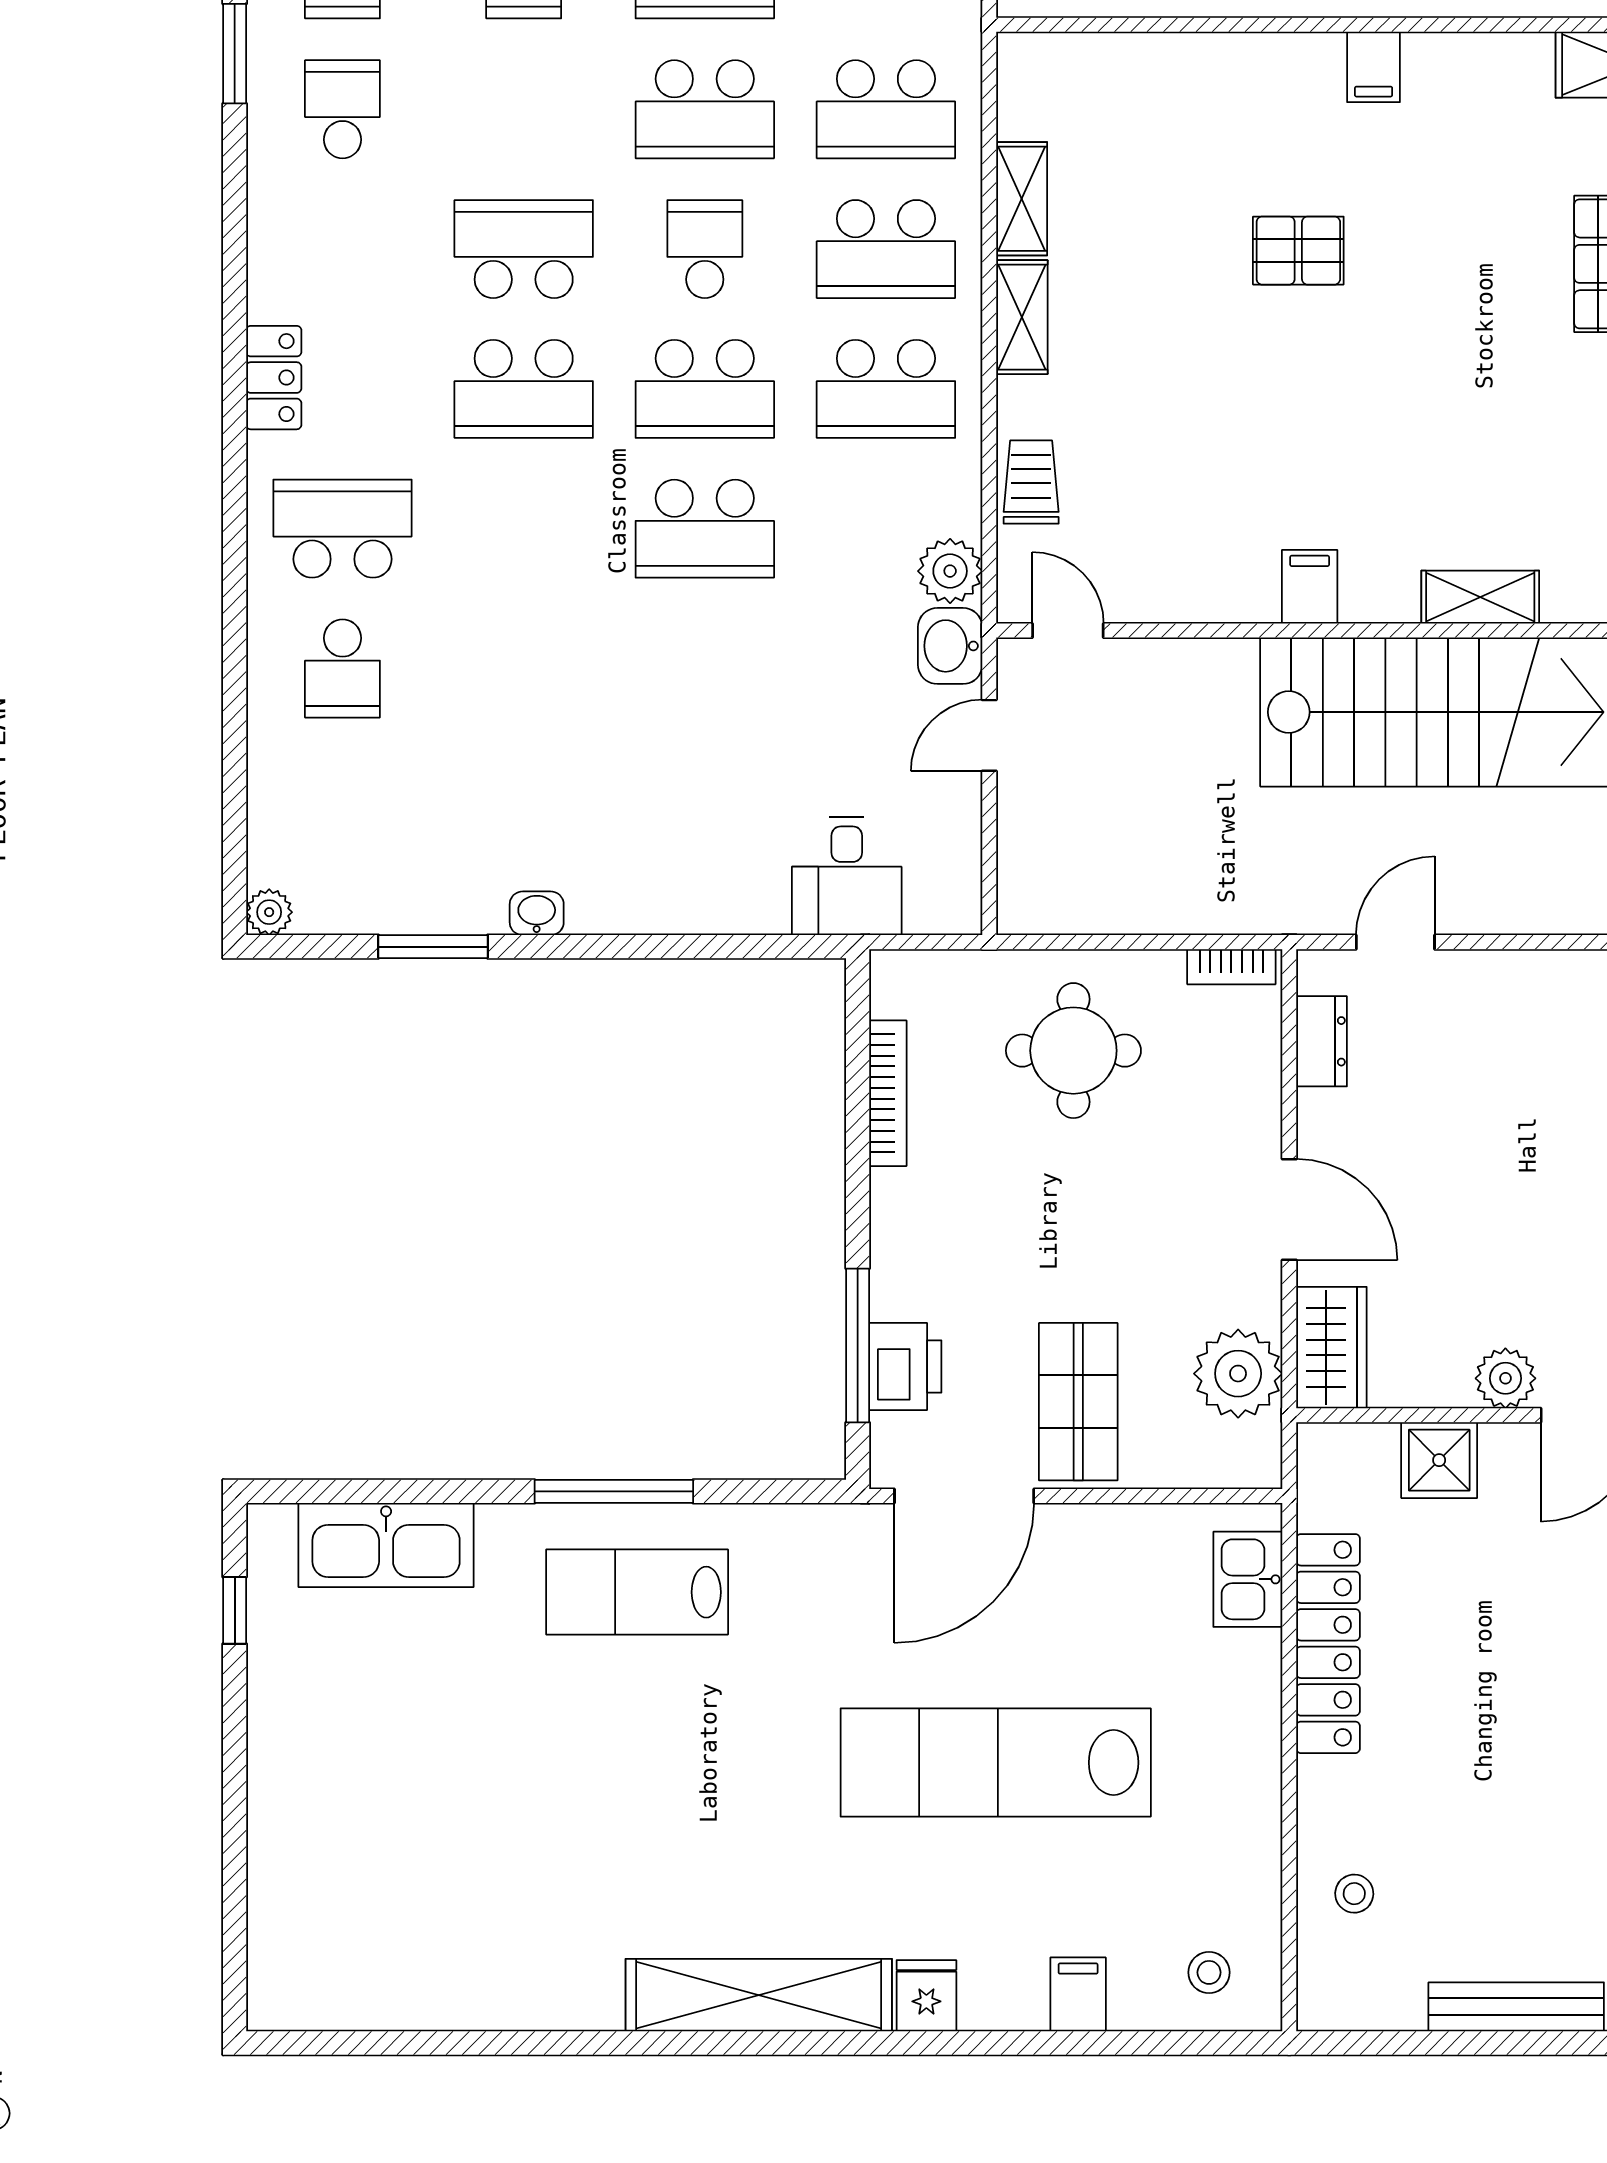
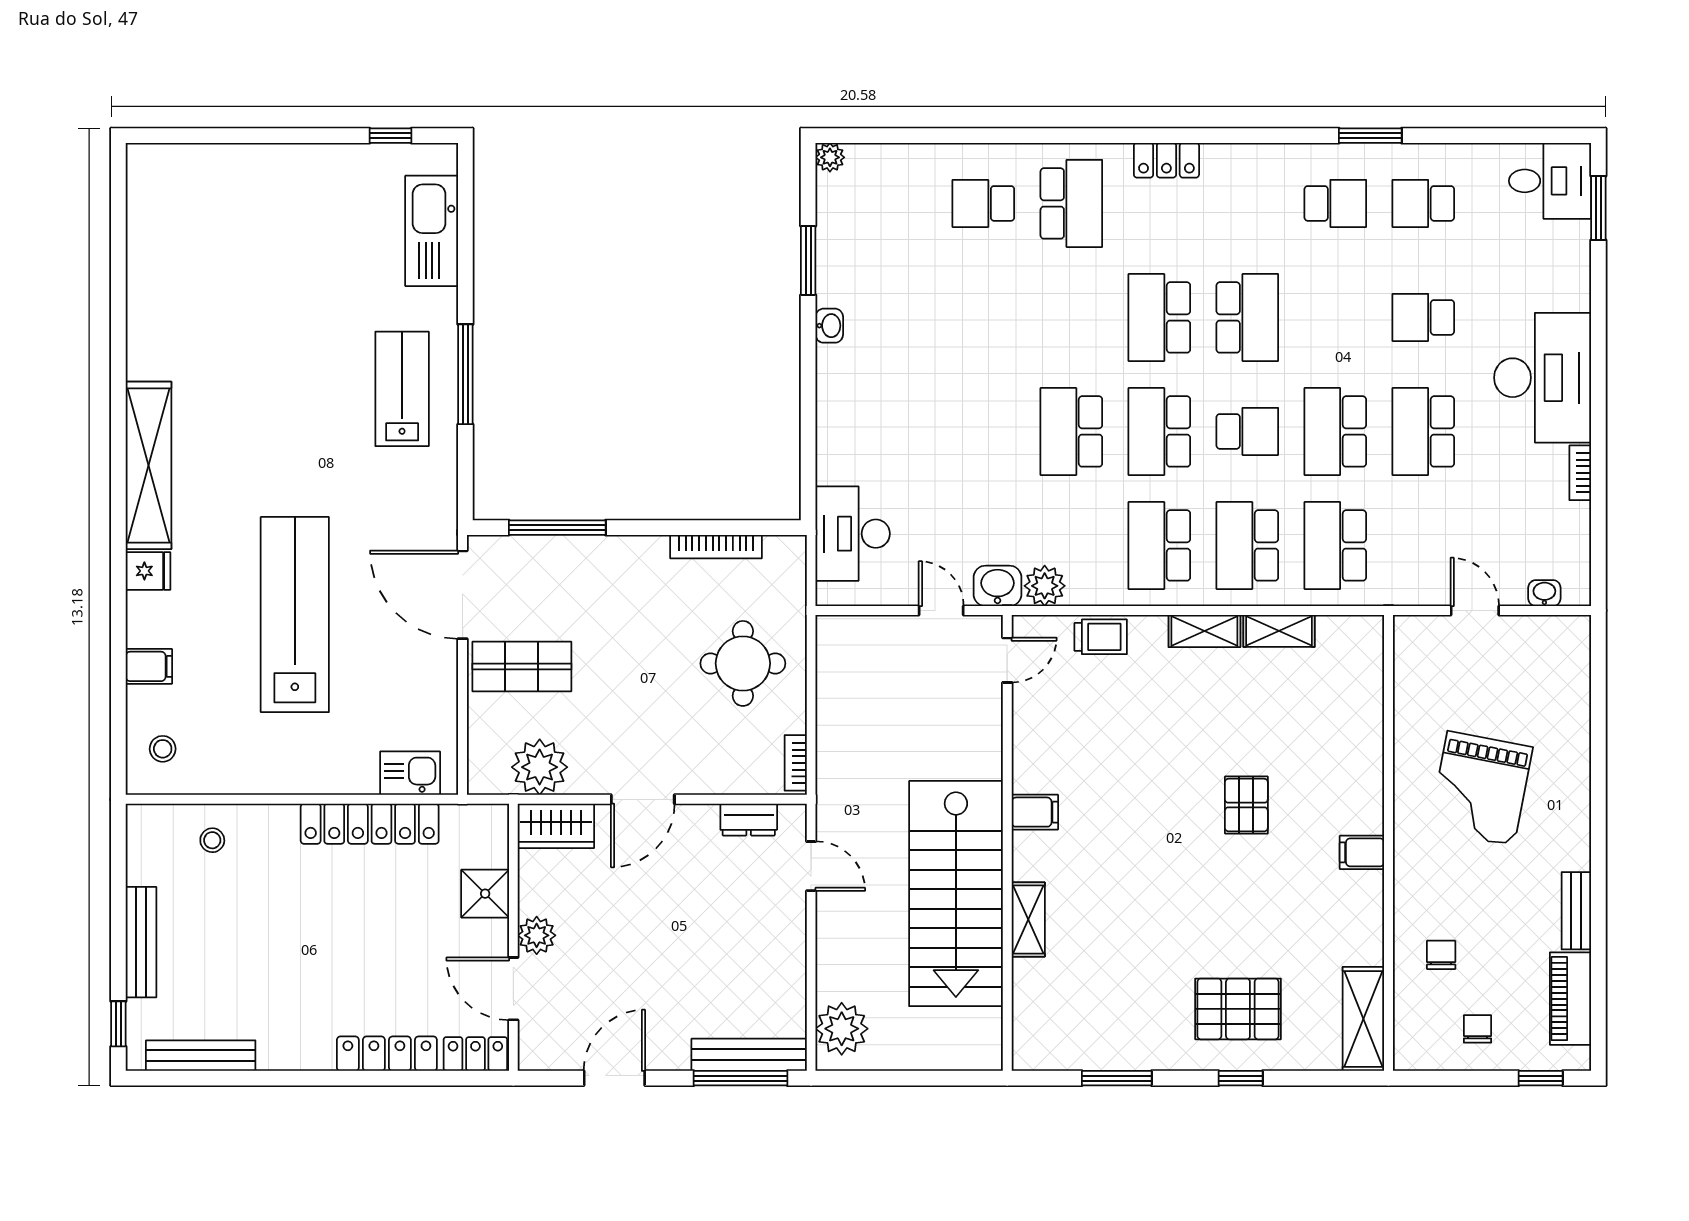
desk: (847, 876) -> (853, 534), width x1.37
printer: (905, 1367) -> (544, 558), removed

